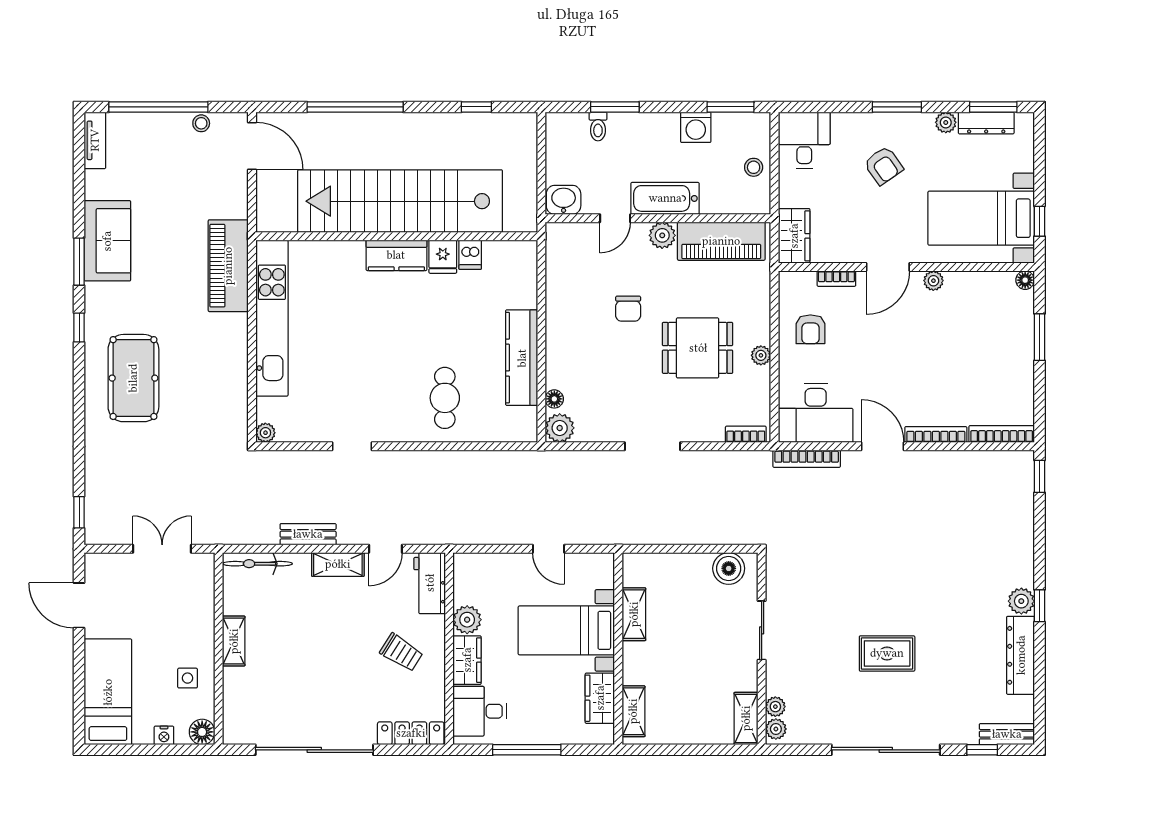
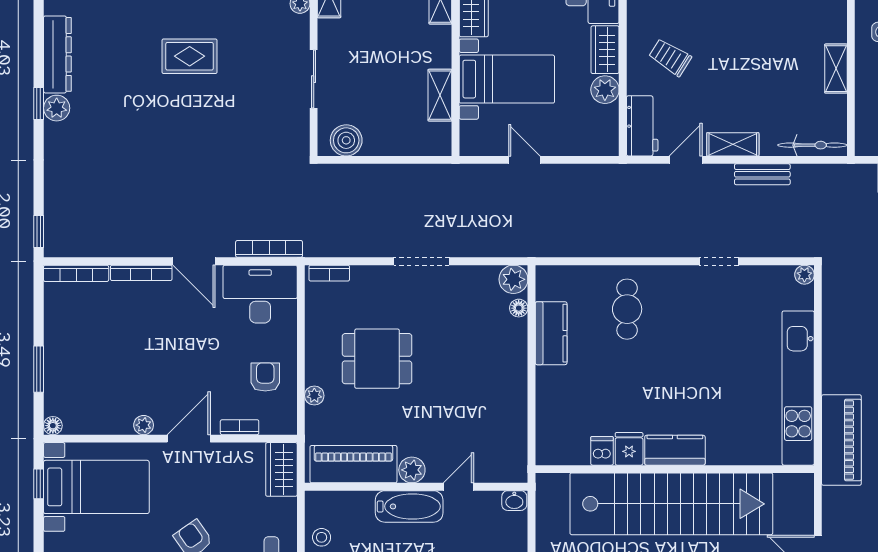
washbasin: (564, 200) -> (514, 501), width x0.72, depth x0.69
chair: (628, 309) -> (446, 397), removed
plant: (761, 355) -> (314, 396), moved
kitchen counter: (522, 358) -> (551, 333), width x0.67

